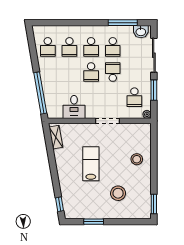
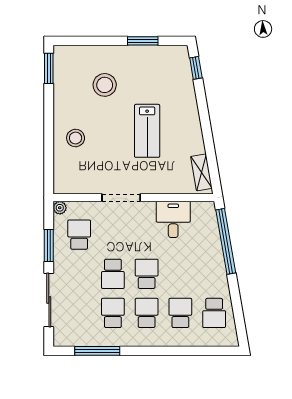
washbasin: (141, 32) -> (69, 337), removed
school desk: (48, 47) -> (214, 313), turned 180

